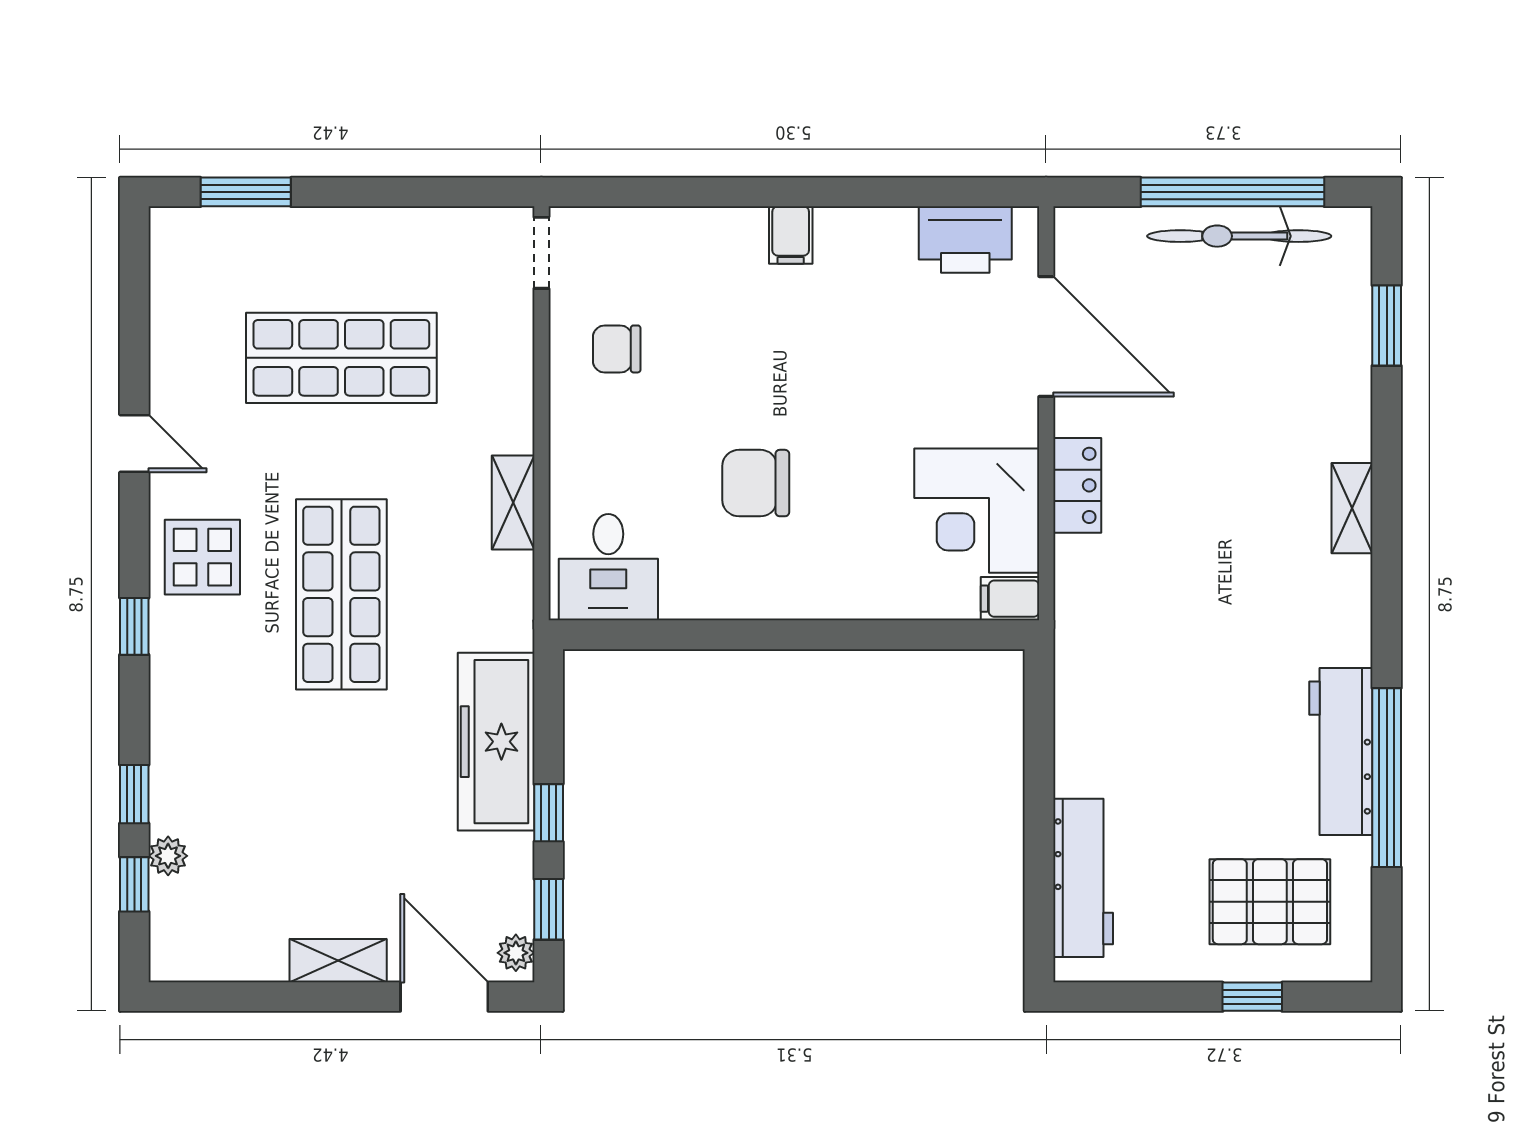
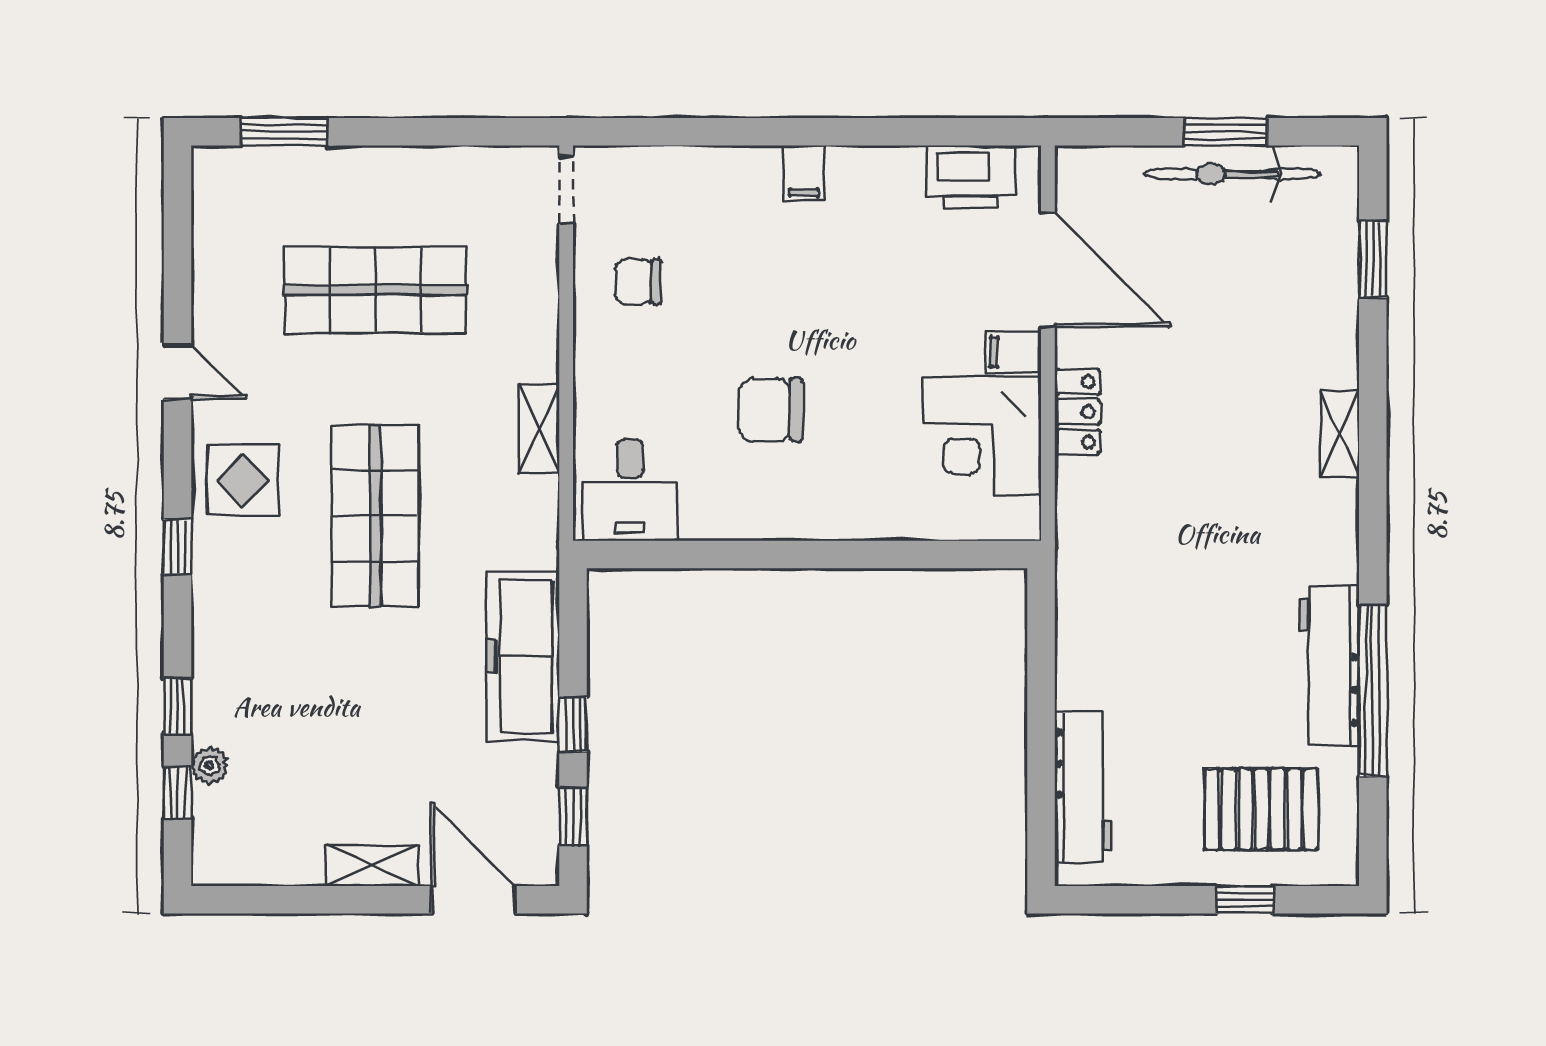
window: (1233, 192) -> (1226, 132), width x0.47
filing cabinet: (1010, 599) -> (1013, 352), moved
plant: (516, 953) -> (542, 858), removed

